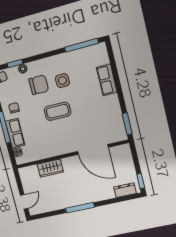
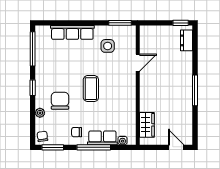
window: (15, 63) -> (33, 88), moved
row of seats: (107, 80) -> (72, 32), width x1.48
side table: (62, 81) -> (108, 46), moved
door: (93, 149) -> (138, 63), width x0.53
wardrobe: (50, 168) -> (147, 125), moved

